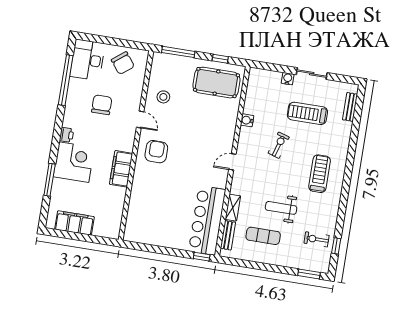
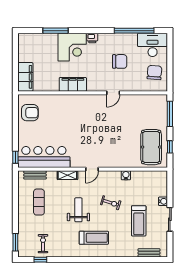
chair: (123, 63) -> (154, 73), turned 133
stool: (163, 97) -> (133, 108), removed
treadmill: (307, 113) -> (139, 221), turned 180
armchair: (156, 152) -> (30, 113), moved
door: (232, 162) -> (92, 169), swing flipped
shelving: (233, 208) -> (67, 175), moved
weight bench: (281, 208) -> (78, 210), moved
filing cabinet: (74, 223) -> (25, 77), moved

